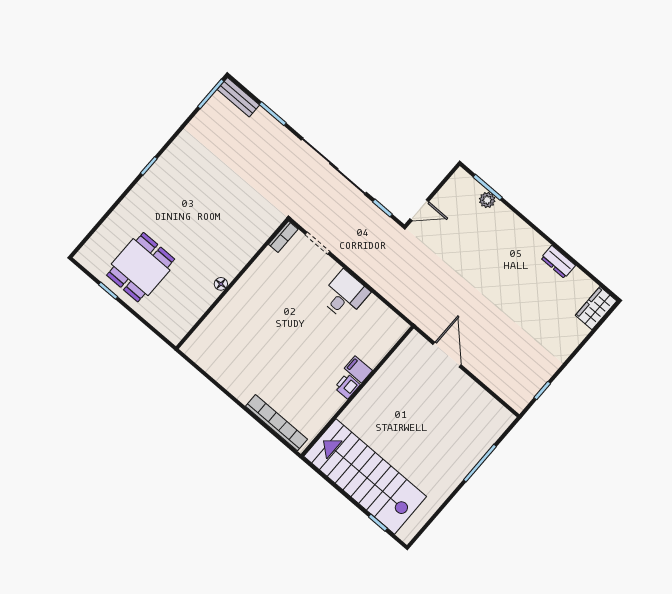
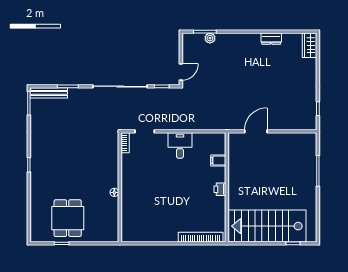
bench: (238, 97) -> (49, 93), width x1.36
door: (447, 355) -> (256, 131), hinge flipped
filing cabinet: (358, 369) -> (218, 161), moved

